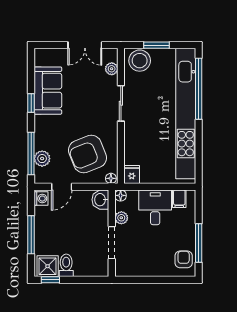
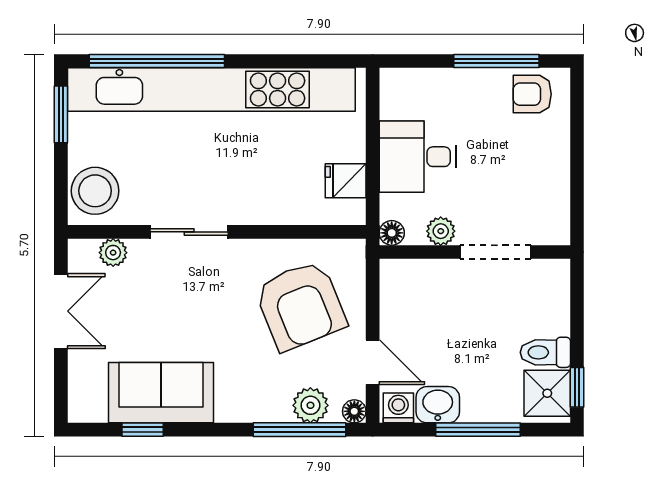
window: (156, 45) -> (61, 114), moved
window: (31, 103) -> (143, 430), moved
fridge: (132, 175) -> (346, 181), moved
floor lamp: (111, 178) -> (354, 411), moved
filing cabinet: (179, 199) -> (399, 104), removed
washbasin: (100, 200) -> (438, 405), moved, turned 180

